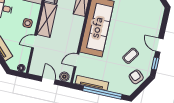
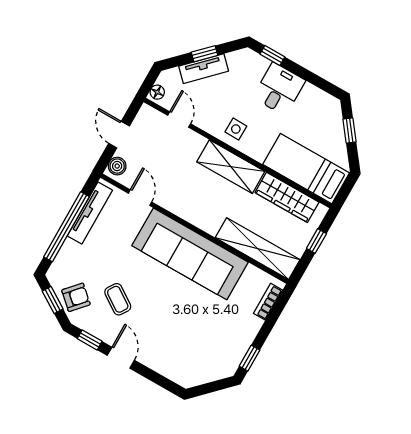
door: (34, 42) -> (179, 120), moved
door: (159, 45) -> (121, 358), hinge flipped
door: (48, 80) -> (119, 135), swing flipped
window: (141, 88) -> (53, 300), added

